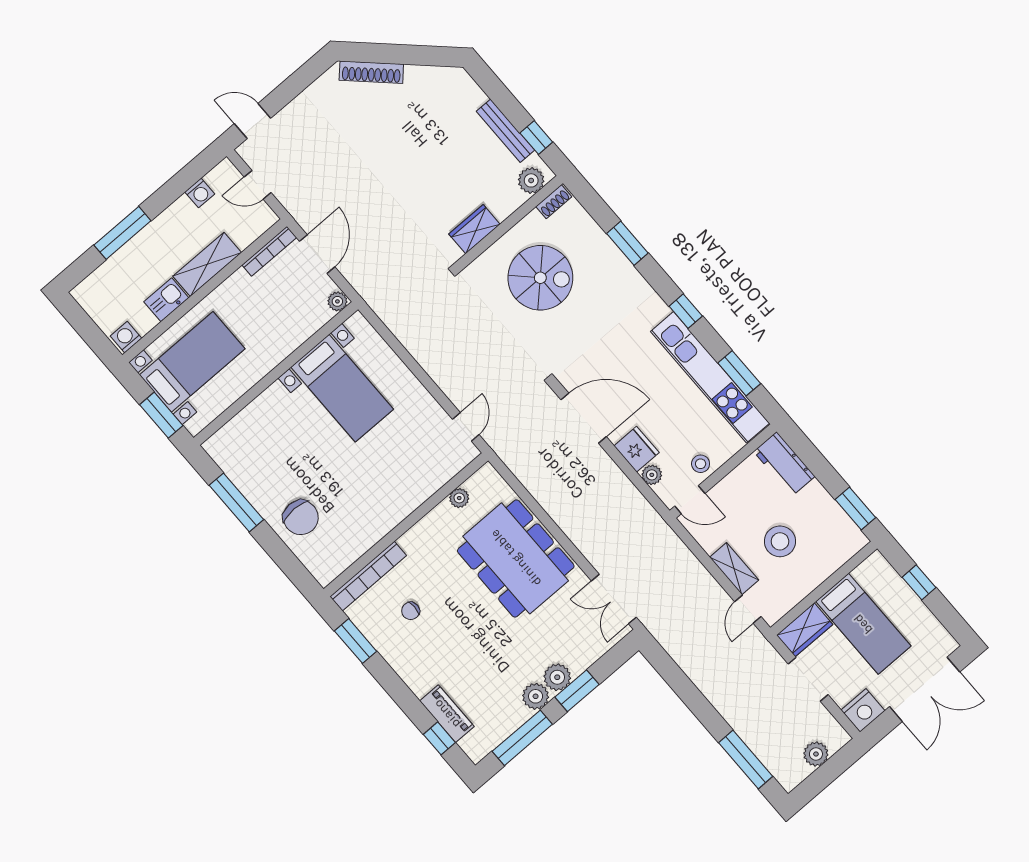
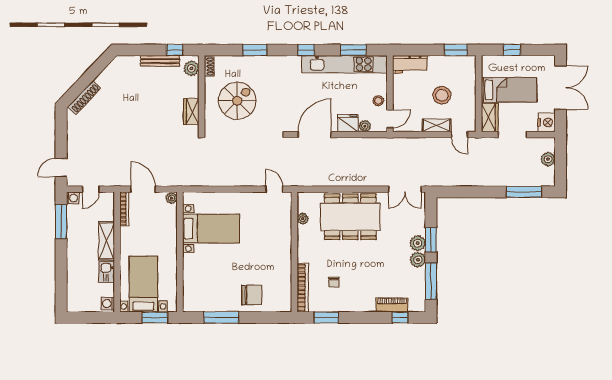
washing machine: (200, 193) -> (73, 198), moved
window: (122, 233) -> (61, 222), moved

